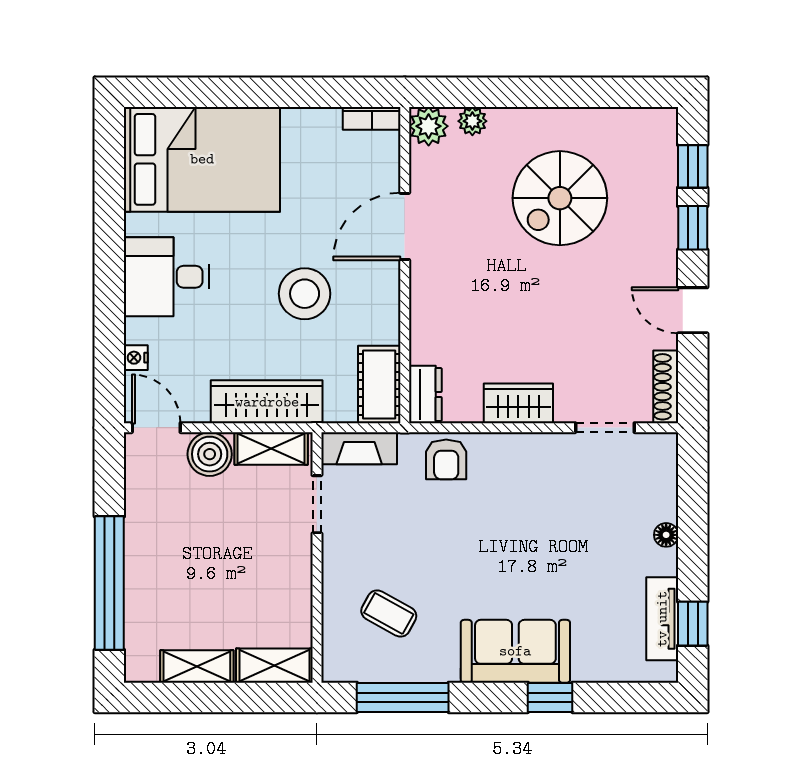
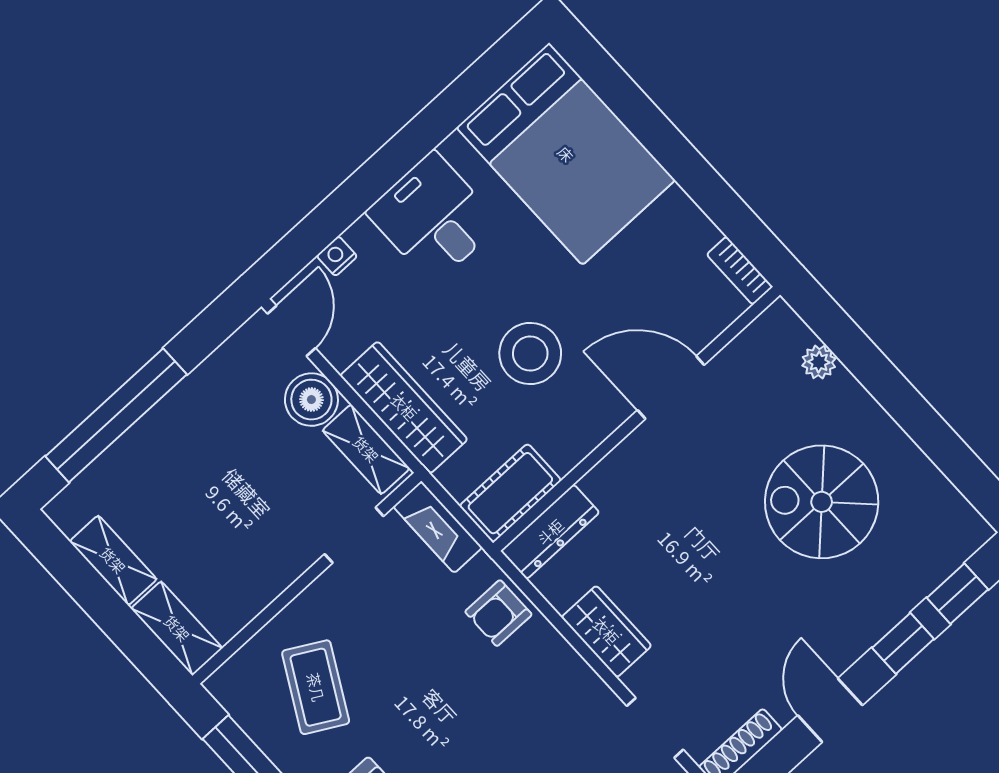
plant: (429, 126) -> (779, 327), removed
dresser: (425, 394) -> (550, 532), width x1.44
coffee table: (389, 614) -> (316, 687), width x1.36, depth x1.30

